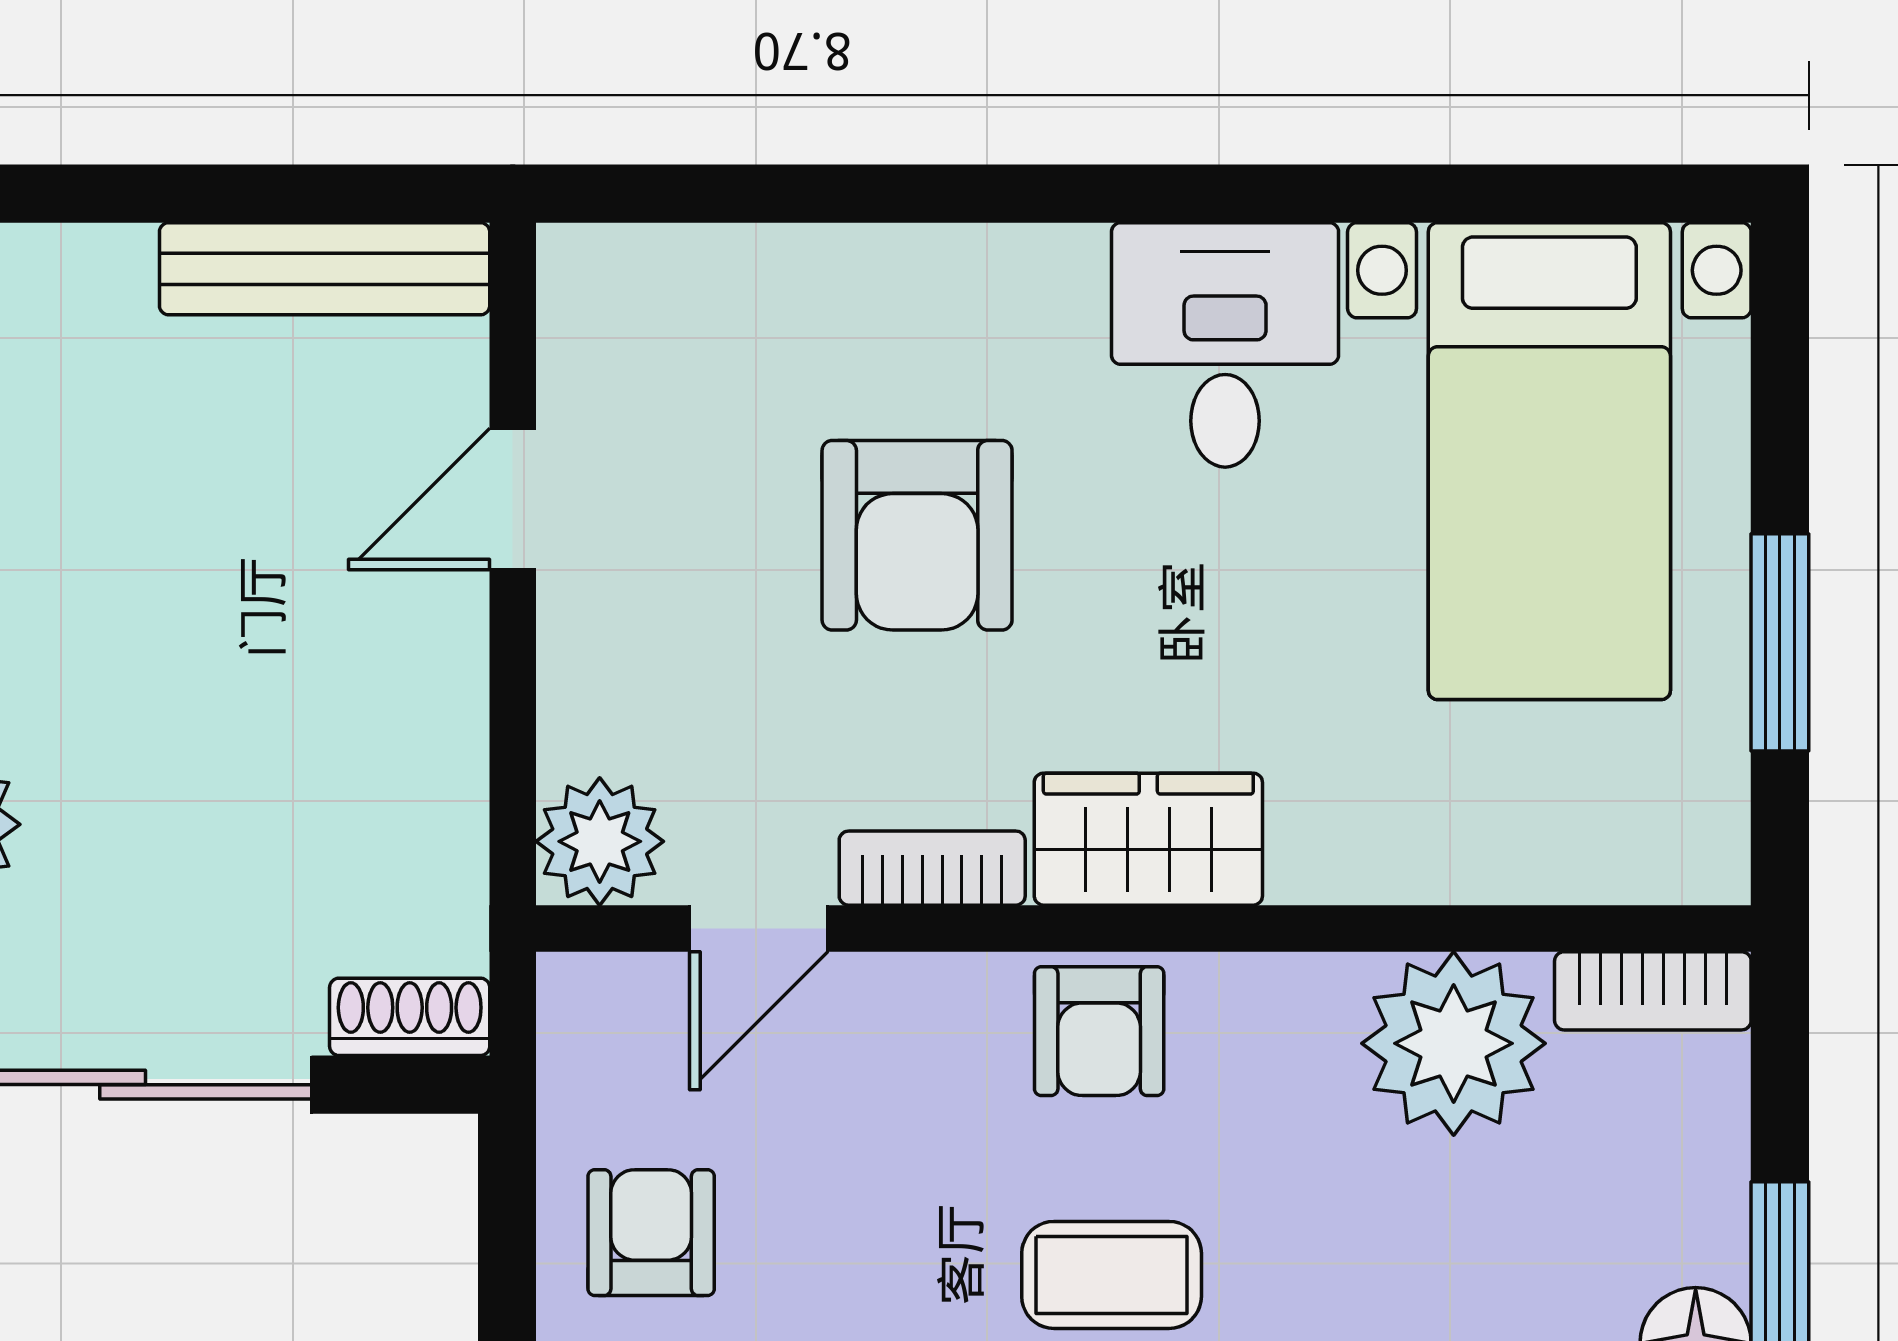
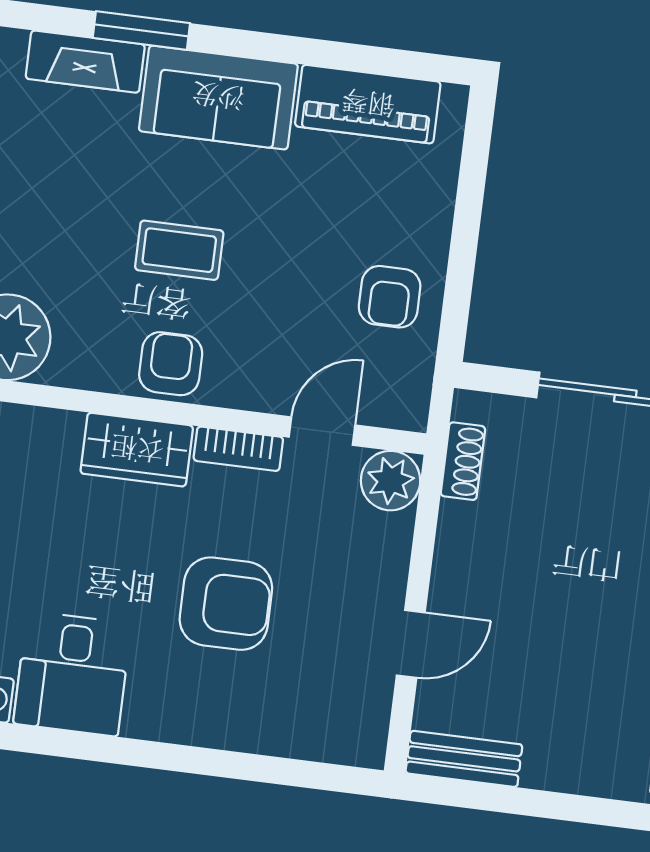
bench: (325, 269) -> (464, 759), width x0.73
armchair: (917, 535) -> (226, 604), turned 90
shoe rack: (410, 1017) -> (463, 461), moved, turned -90

